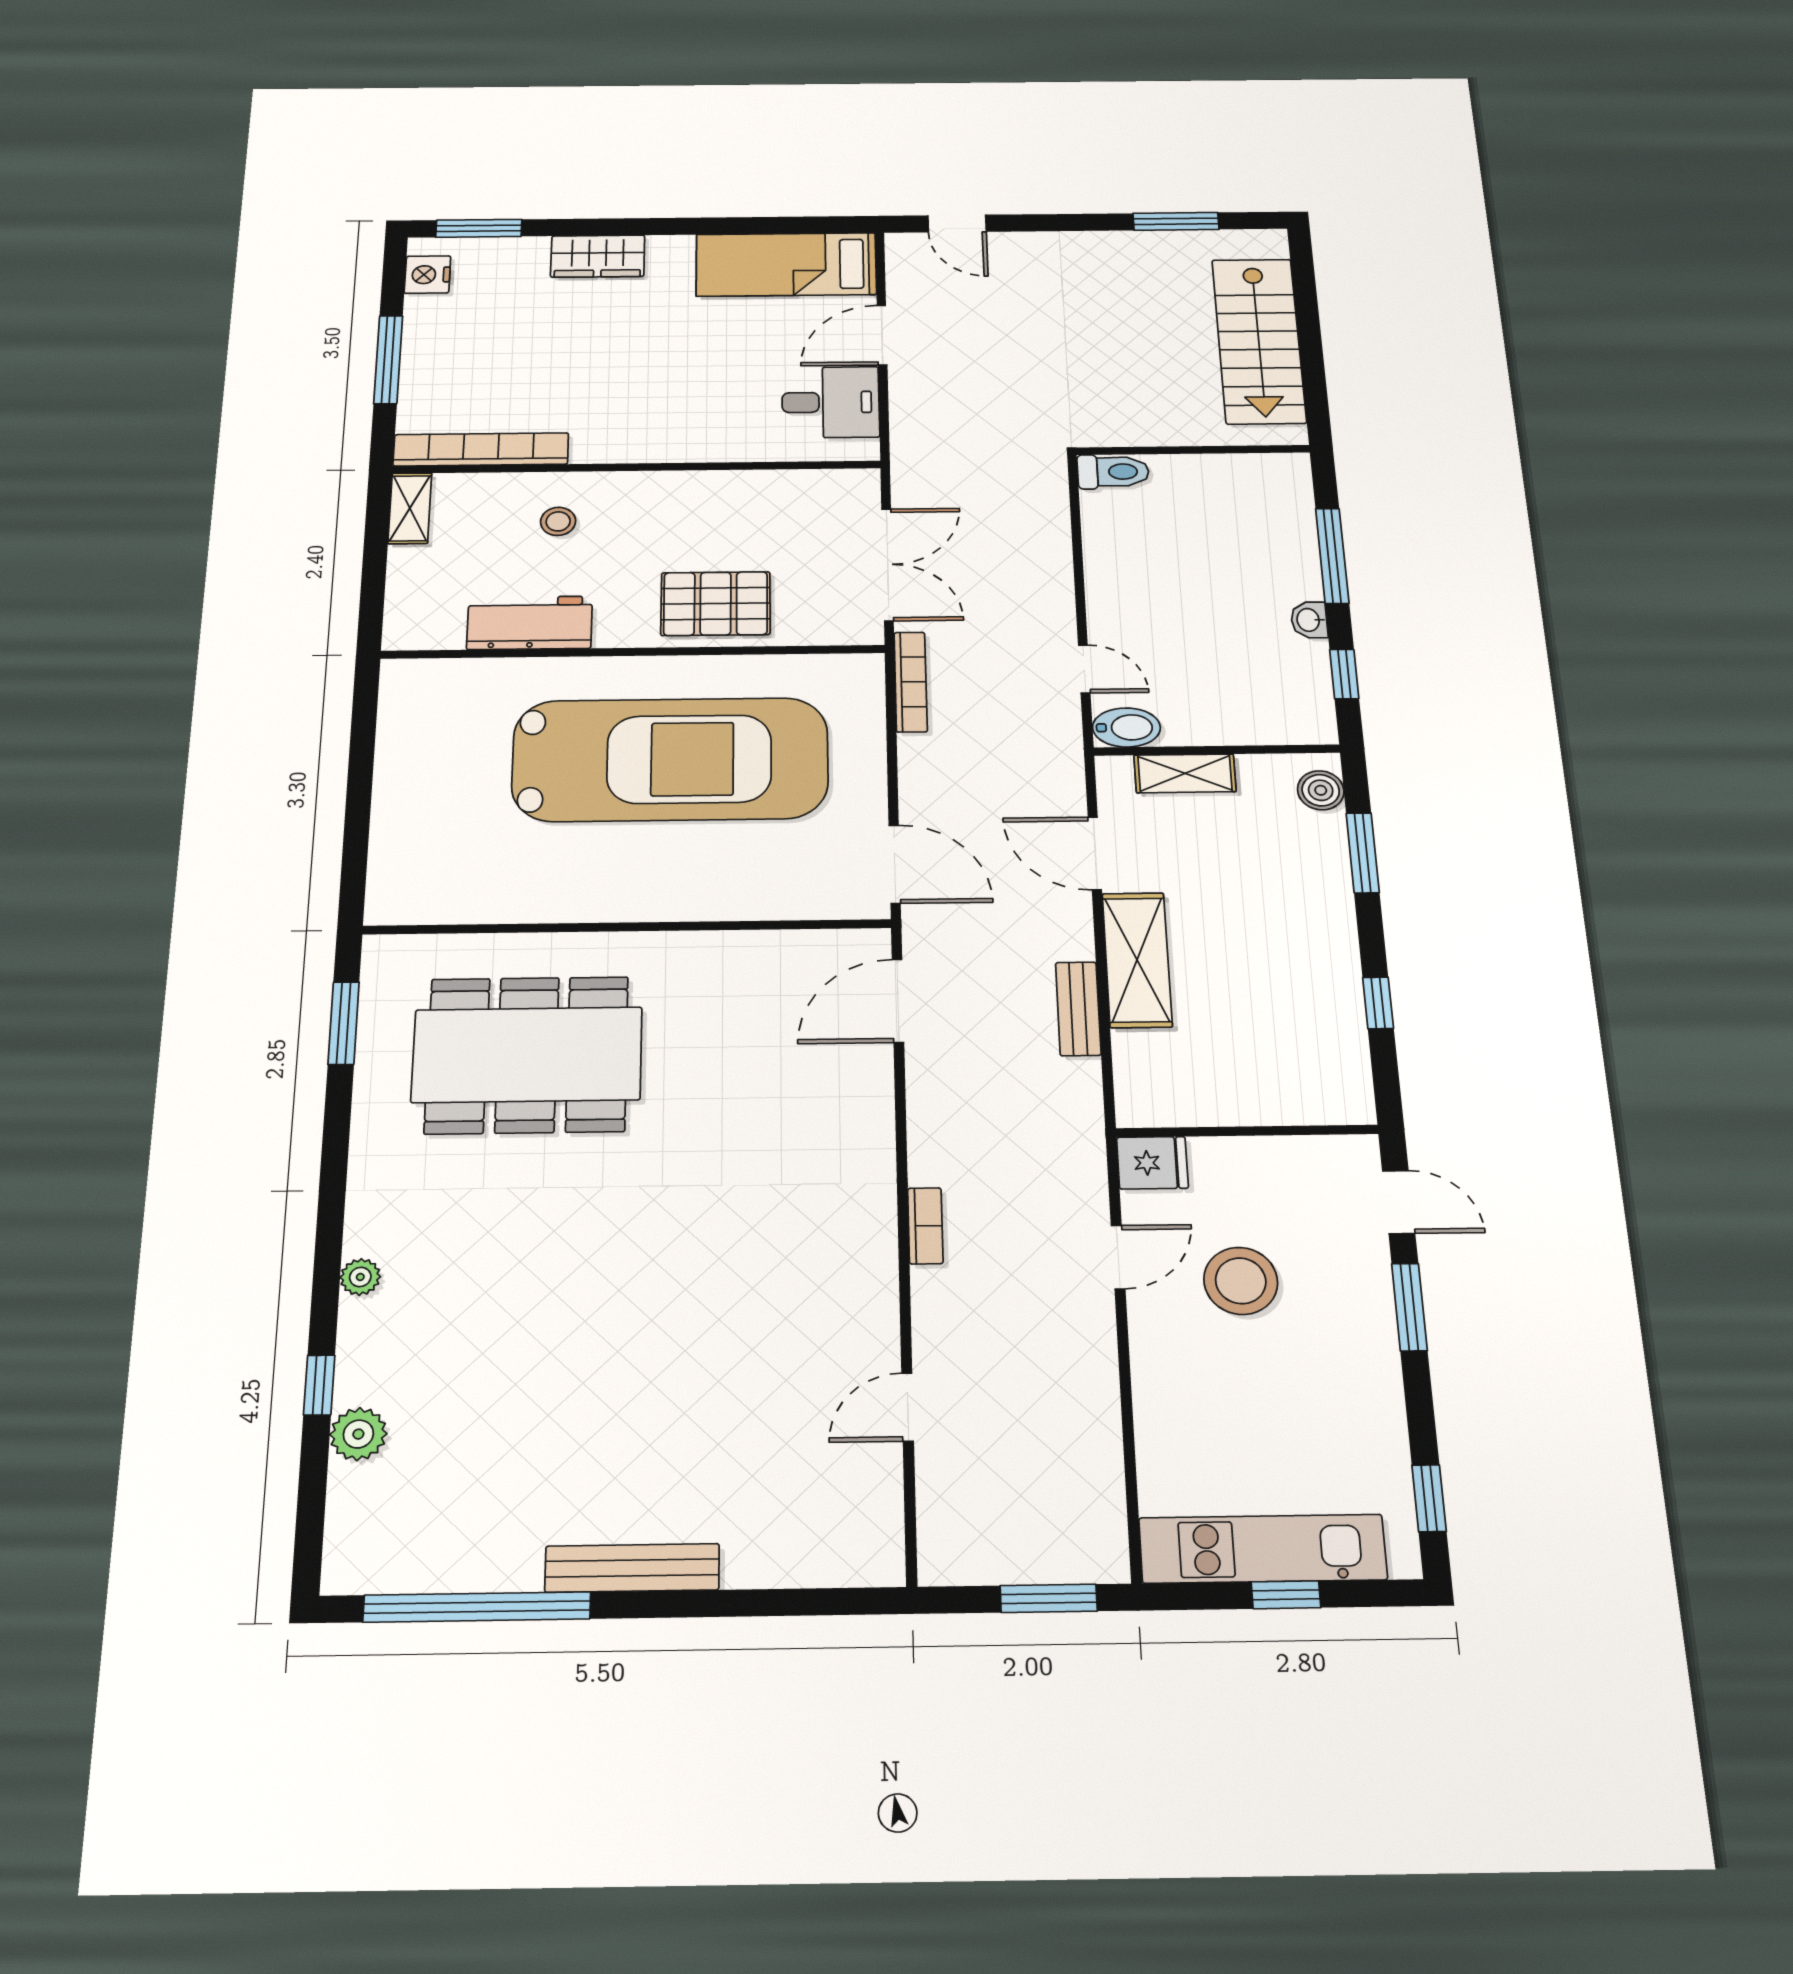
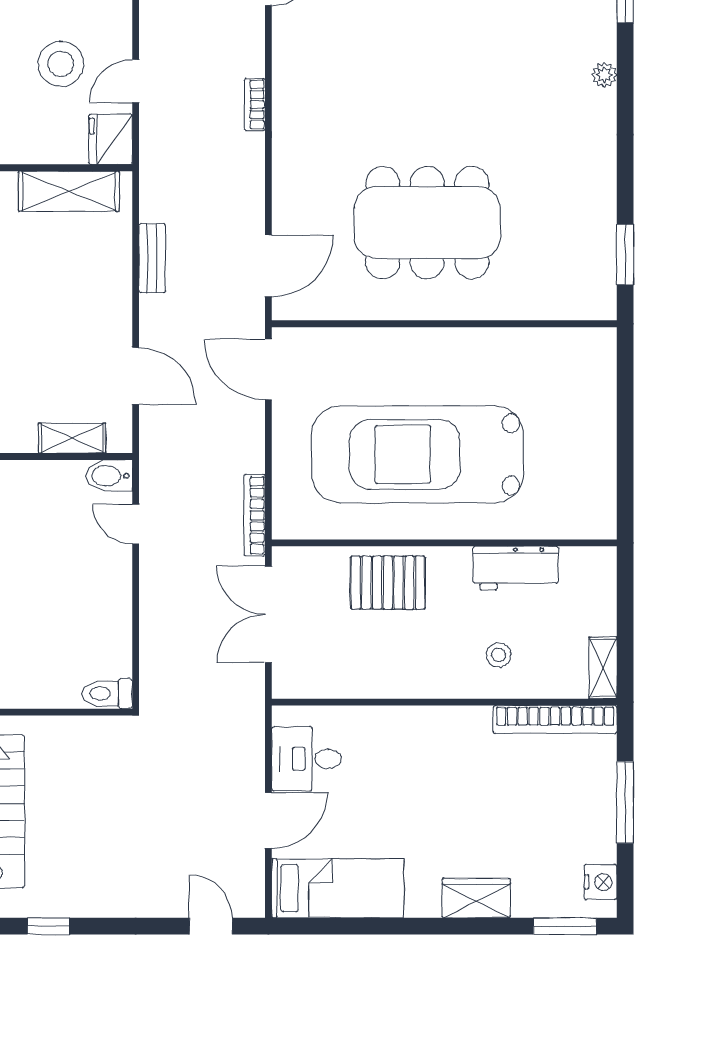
window: (1176, 221) -> (49, 926), width x0.67
shelving: (1137, 960) -> (69, 191), moved, turned 90
dining table: (527, 1055) -> (427, 223), moved
fridge: (1152, 1163) -> (111, 139), width x1.38

